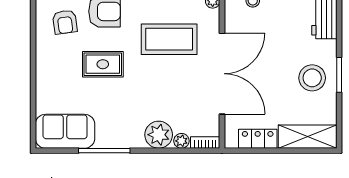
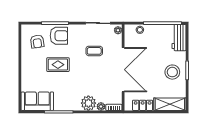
coffee table: (169, 39) -> (94, 51), width x0.54, depth x0.58

